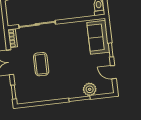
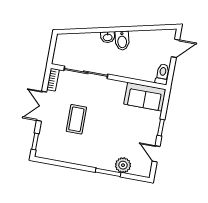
sofa: (98, 37) -> (145, 97), moved, turned -90

